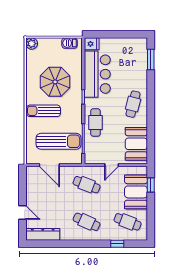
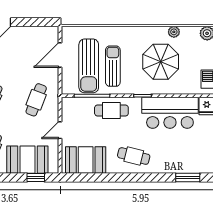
plant: (30, 71) -> (174, 32), added
sun lounger: (43, 111) -> (113, 66), moved
door: (112, 165) -> (60, 130), hinge flipped

